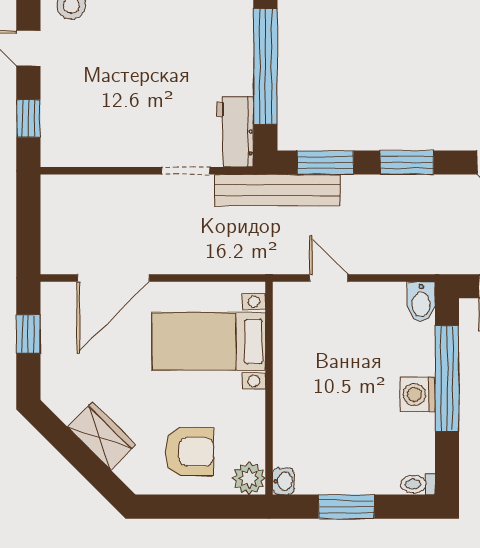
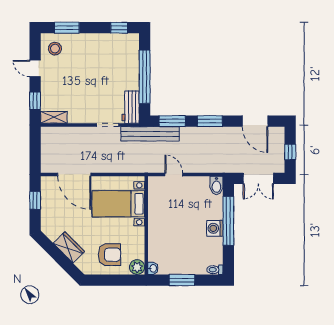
shelving: (69, 154) -> (54, 117), added
door: (113, 278) -> (74, 174), hinge flipped

